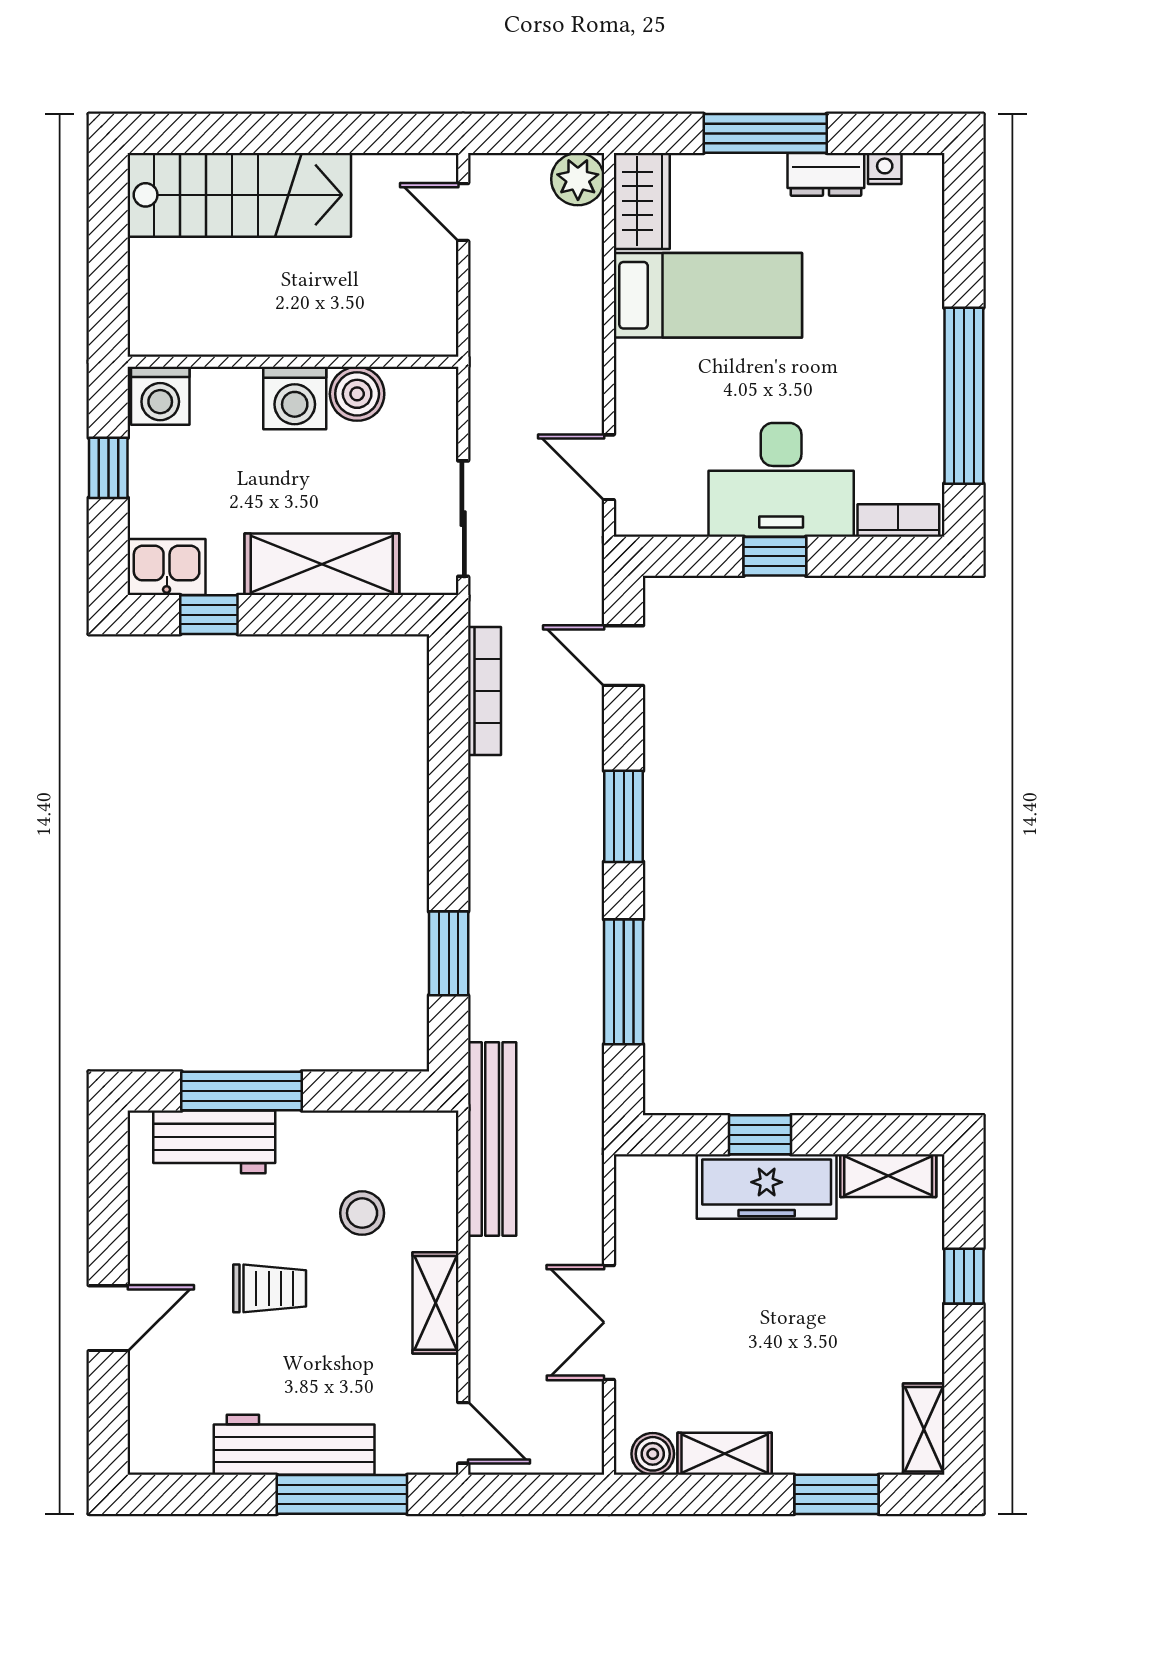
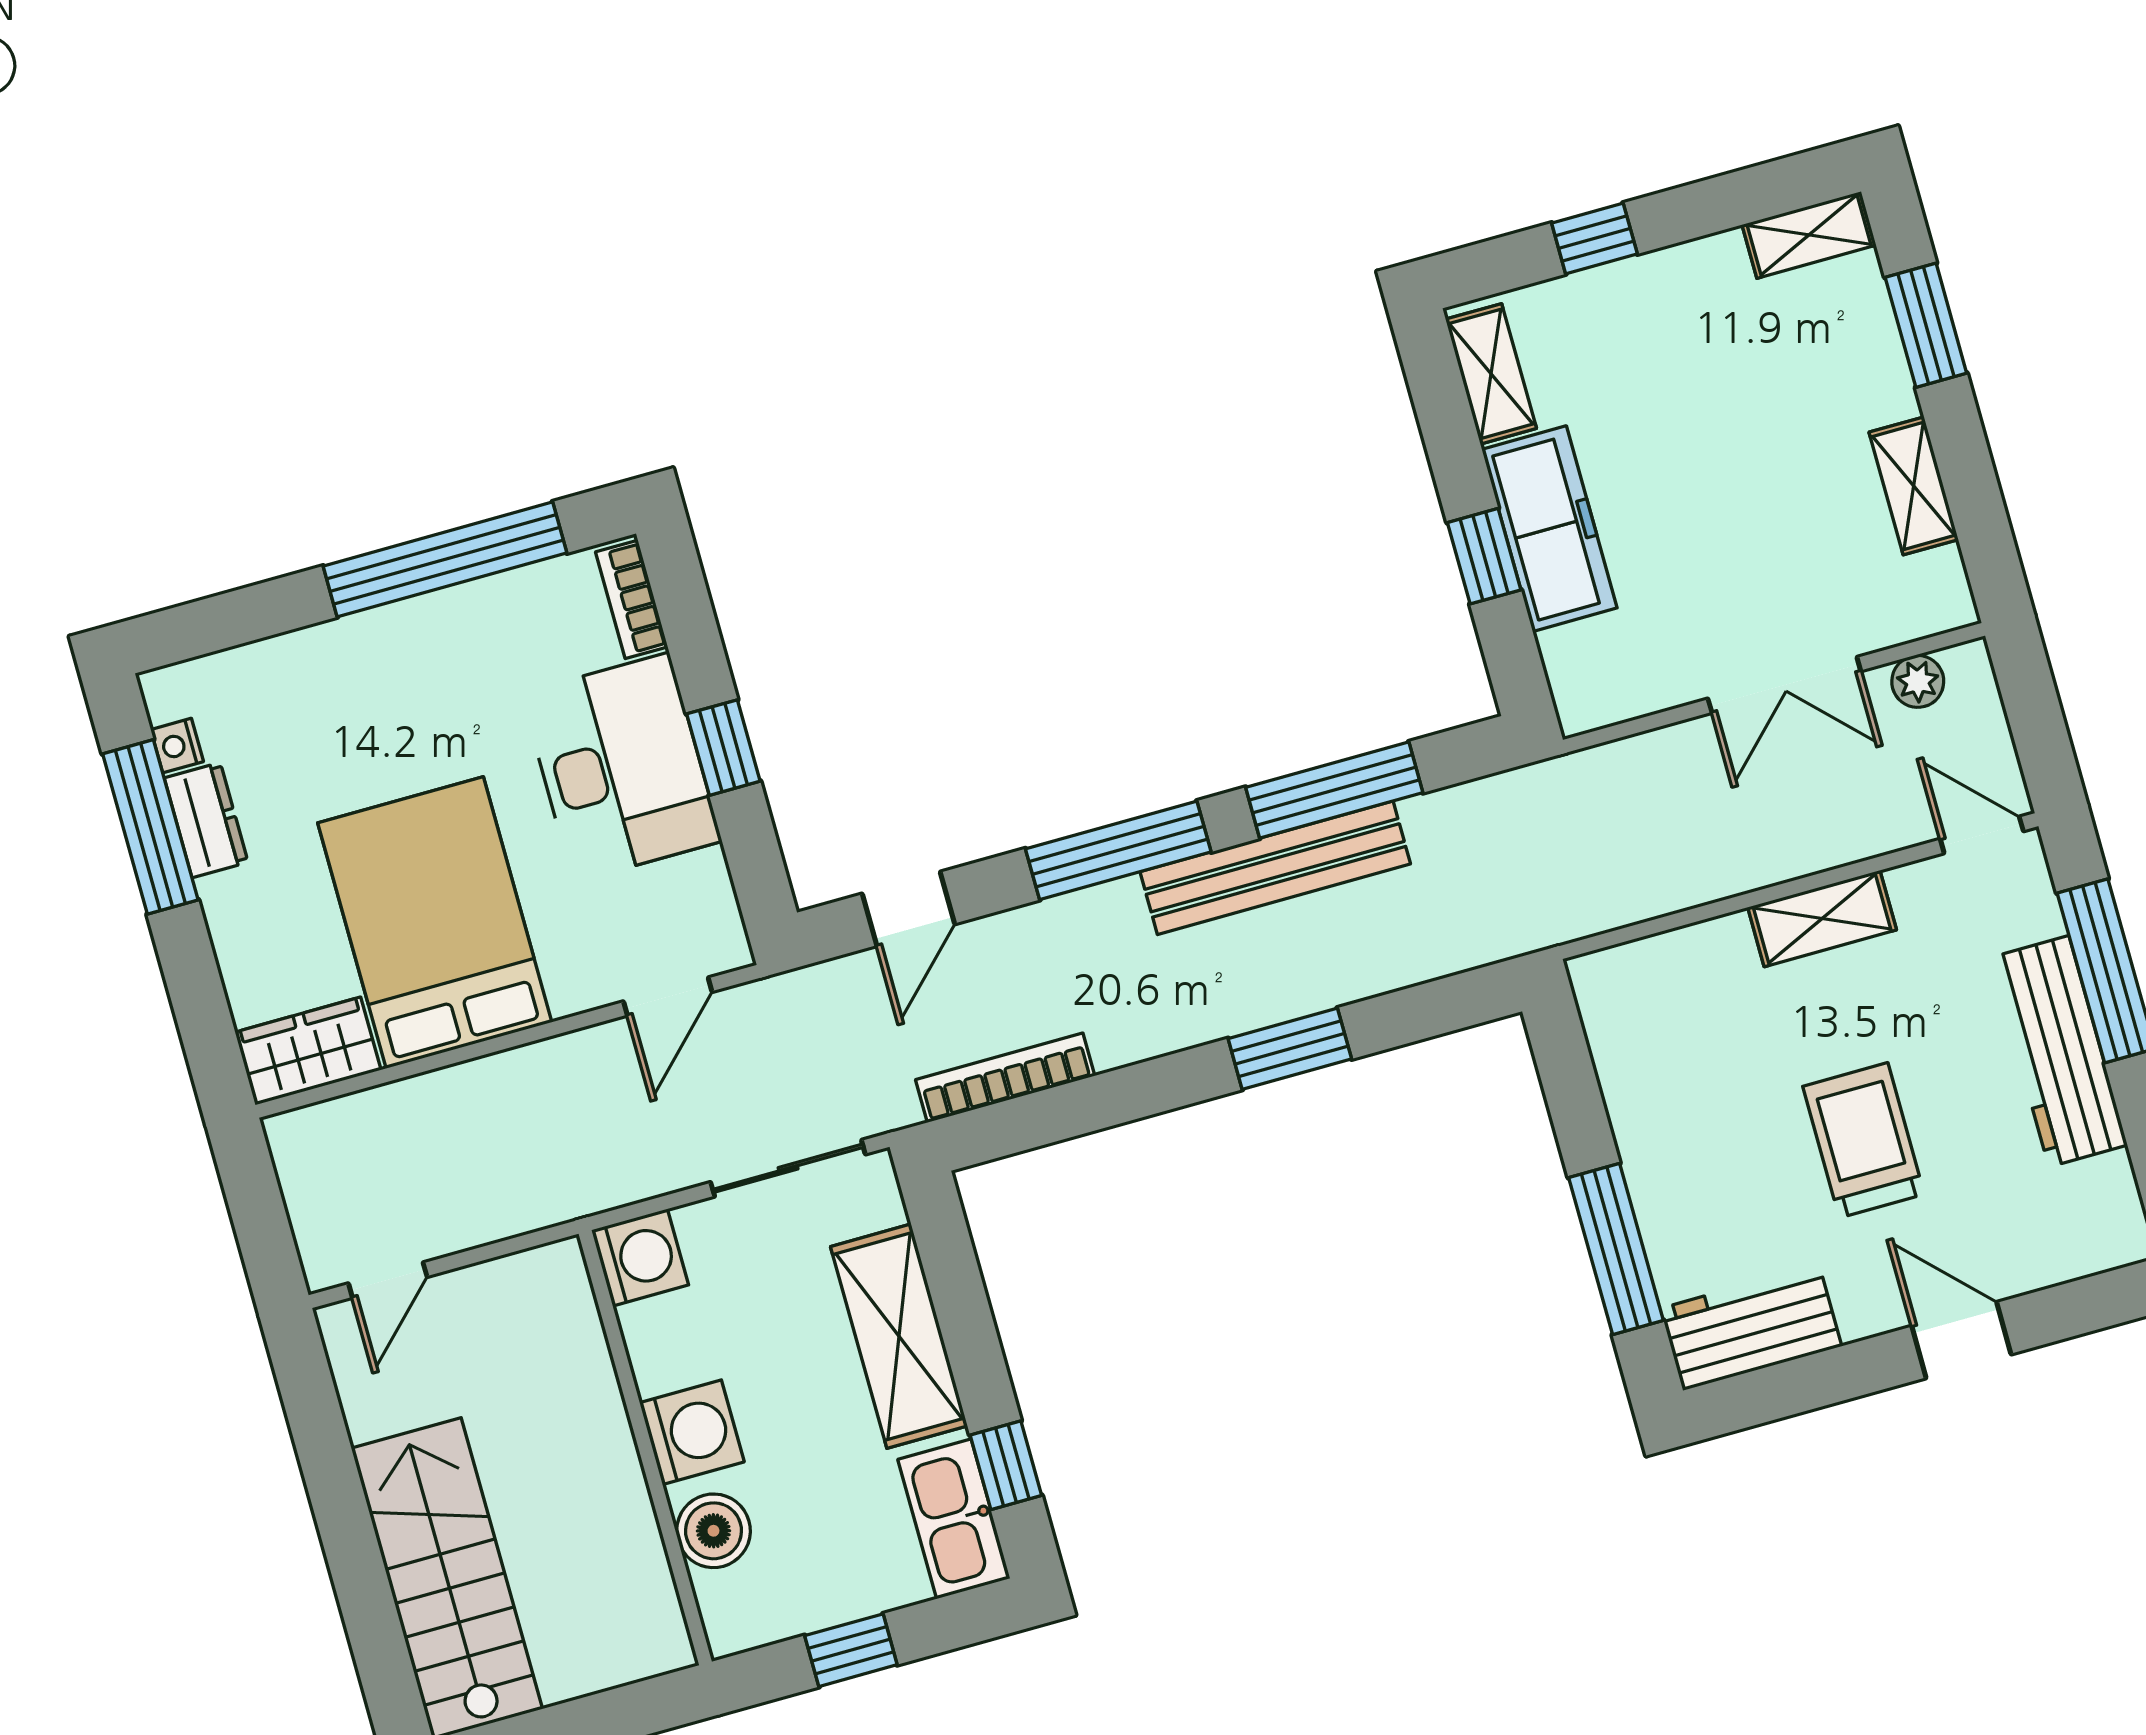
window: (765, 133) -> (150, 827), moved
plant: (578, 179) -> (1918, 681), moved, width x0.73, depth x0.73
bed: (708, 295) -> (435, 922), width x1.50
boiler: (357, 394) -> (714, 1531), moved
washing machine: (160, 396) -> (640, 1257), moved
kitchen sink: (167, 567) -> (954, 1519), width x1.38
window: (624, 816) -> (1118, 850), width x1.44
window: (449, 953) -> (1290, 1049), moved
bench: (492, 1139) -> (1275, 868), moved
workbench: (214, 1142) -> (1751, 1327), moved, turned -90
stool: (362, 1213) -> (1732, 1047), removed
trolley: (270, 1288) -> (1864, 1140), width x1.36, depth x1.39
door: (463, 1433) -> (1982, 835), hinge flipped
boiler: (653, 1454) -> (1940, 580), removed

